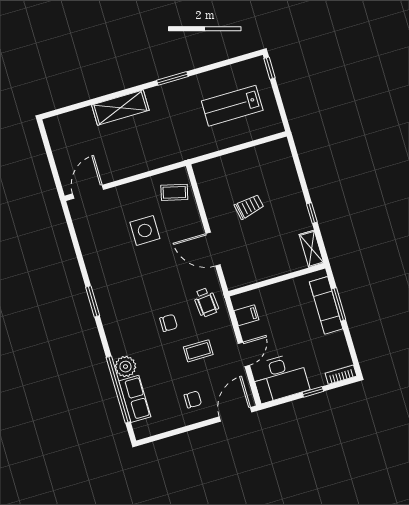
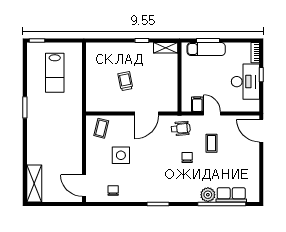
shelving: (120, 108) -> (34, 183), moved
door: (244, 354) -> (212, 113), moved
desk: (280, 378) -> (245, 82), moved
chair: (193, 399) -> (113, 190), moved

